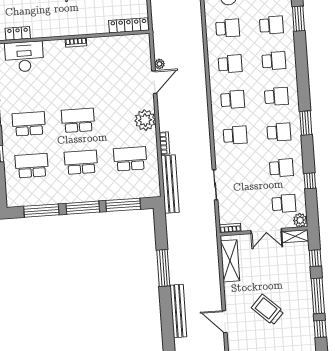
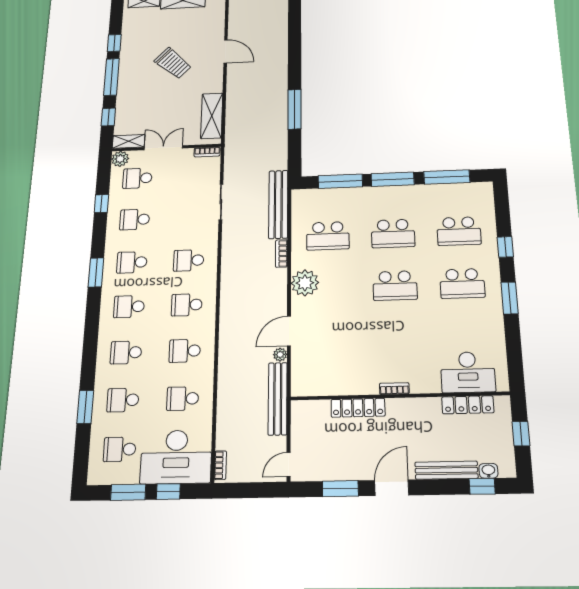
locker: (129, 25) -> (358, 408), moved
locker: (18, 33) -> (468, 405), width x1.53
bench: (178, 311) -> (278, 399), moved

